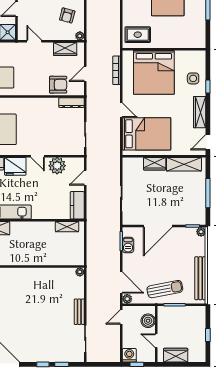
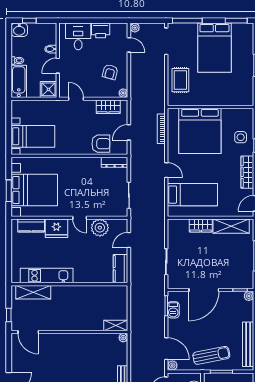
rug: (138, 35) -> (180, 80), moved, turned 90
bed: (146, 134) -> (192, 195), width x0.67
shelving: (67, 227) -> (116, 325), moved

